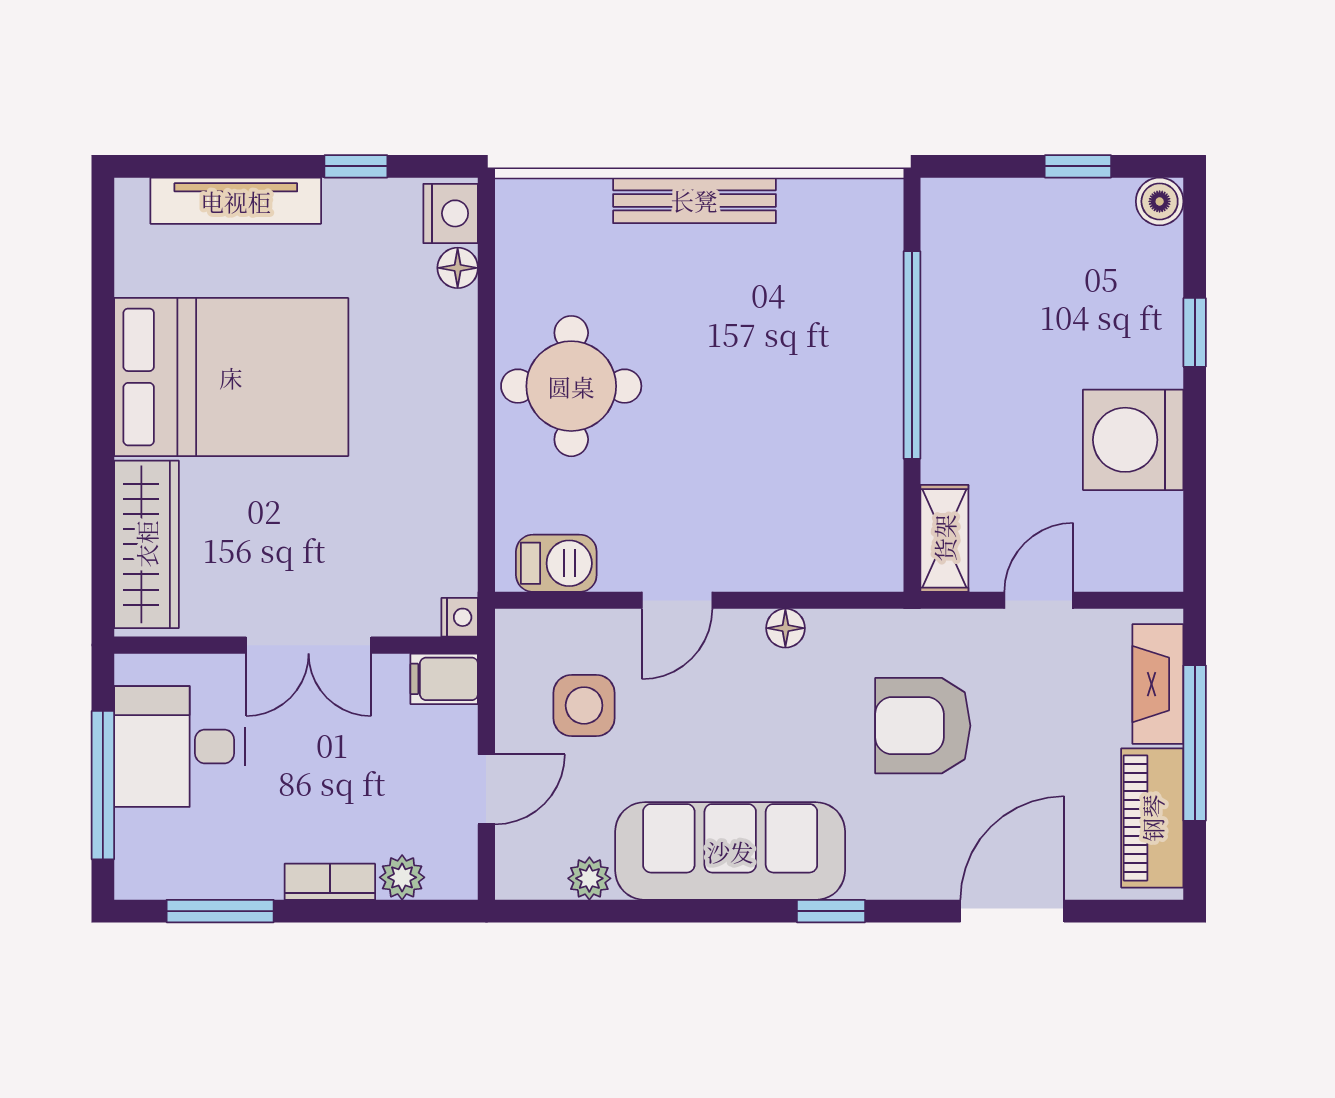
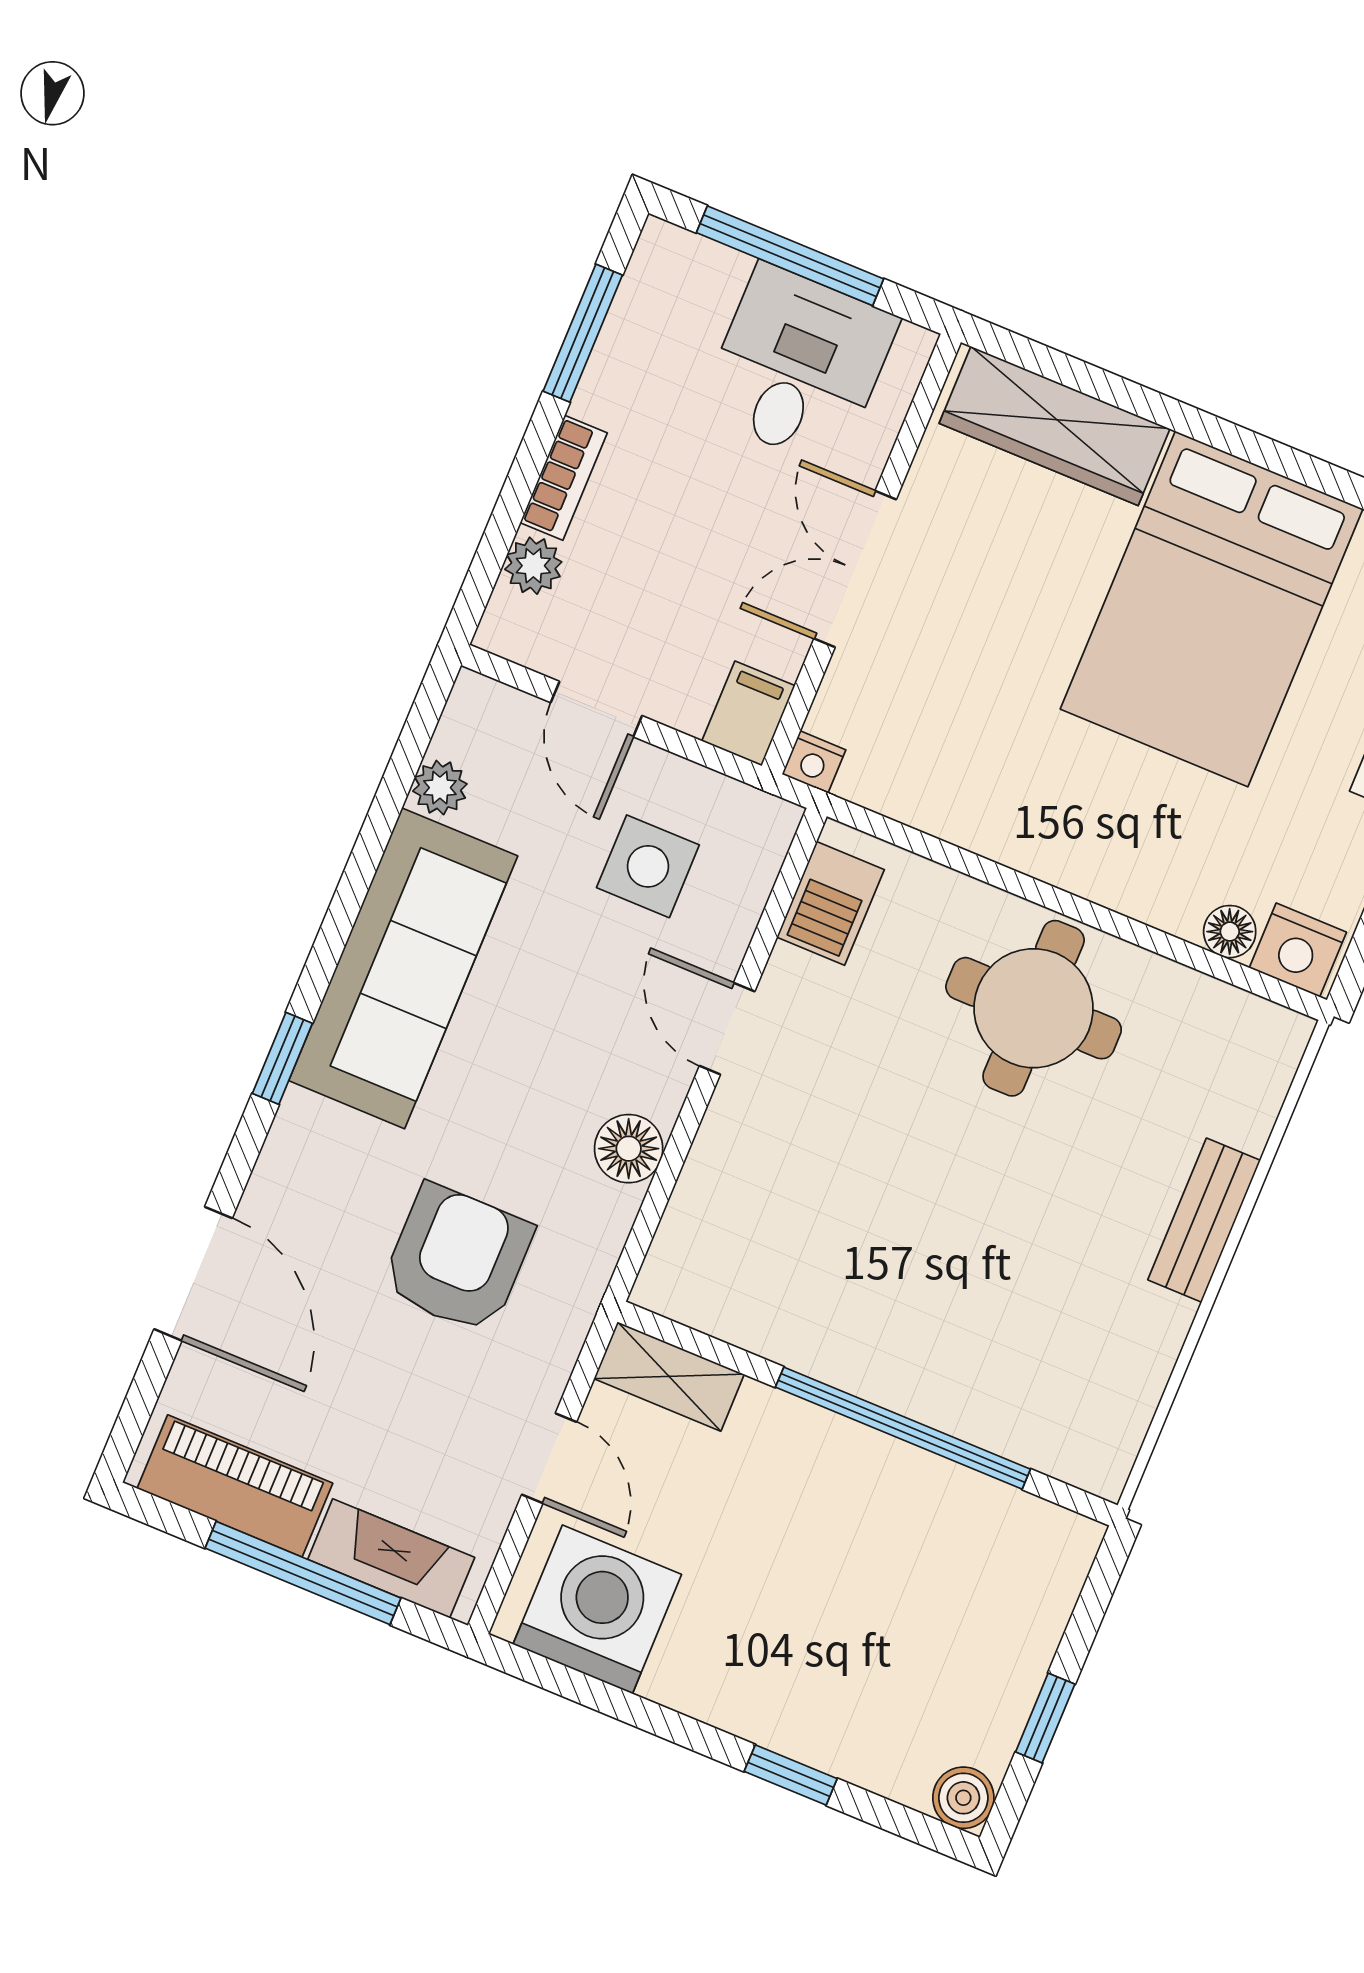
bench: (694, 200) -> (1204, 1220), width x0.73
washing machine: (1133, 440) -> (597, 1609), moved
floor lamp: (785, 628) -> (629, 1149), width x1.37, depth x1.37

